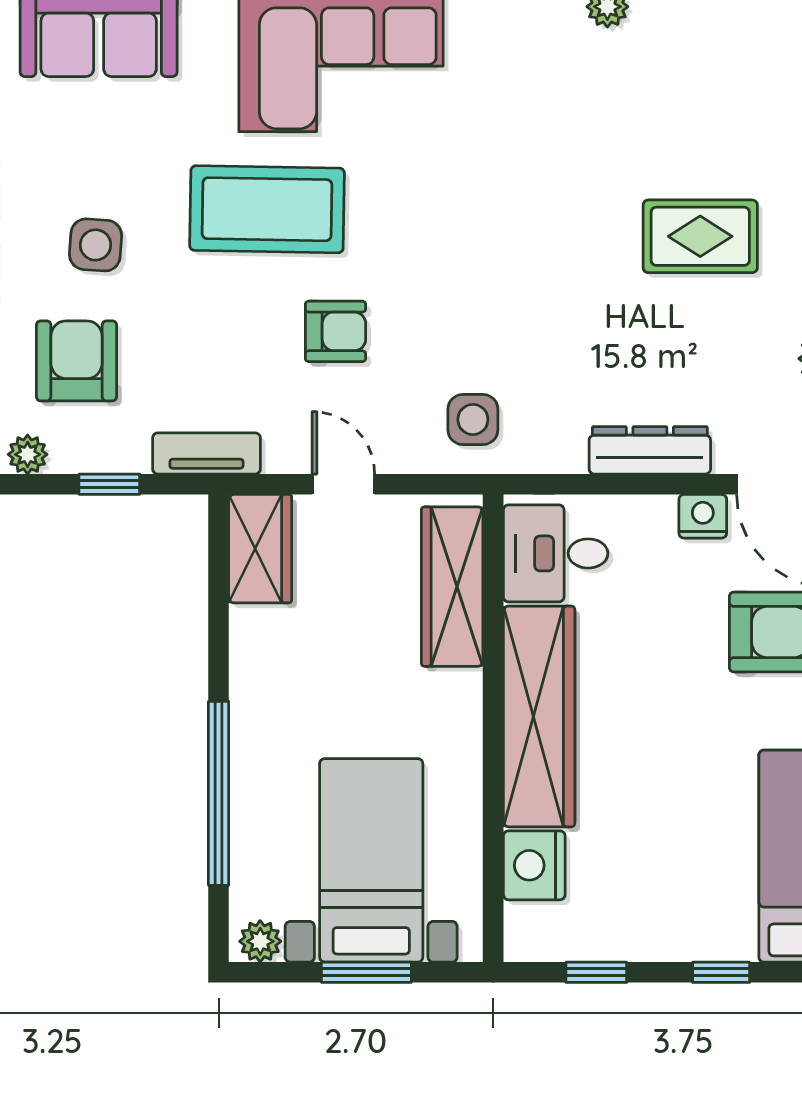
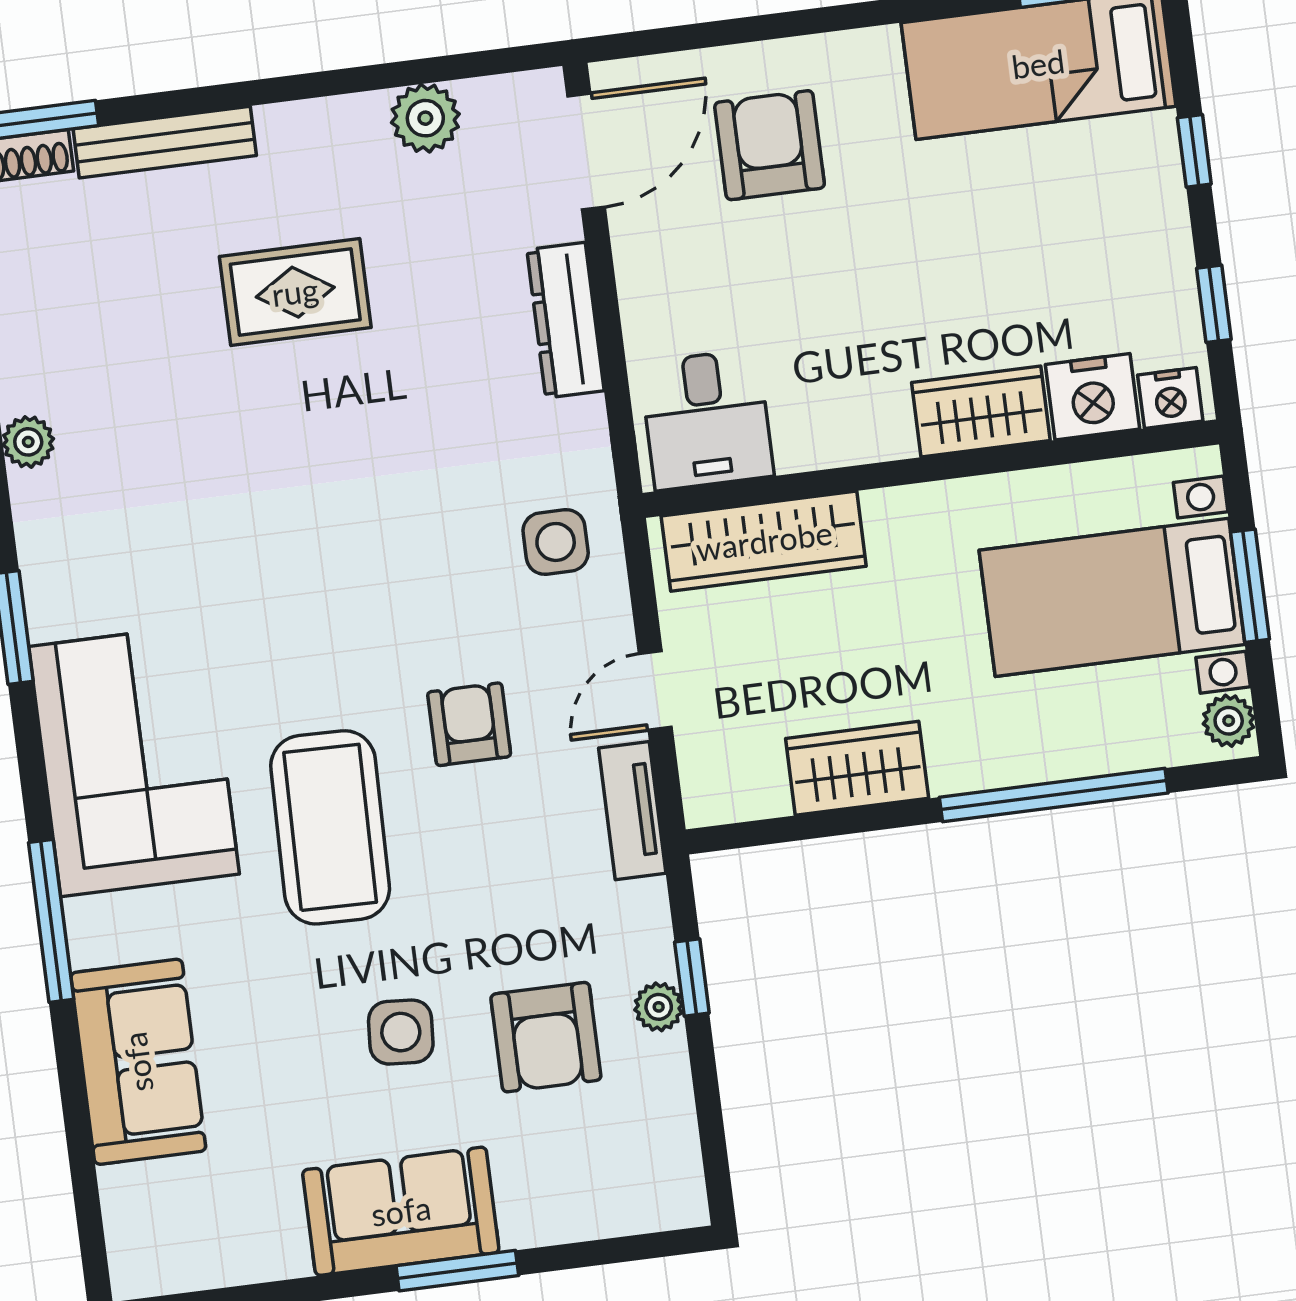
rug: (700, 236) -> (295, 292), turned 90
armchair: (76, 361) -> (546, 1037), turned -90
tv unit: (206, 453) -> (632, 811), moved
plant: (28, 454) -> (659, 1007), moved
nightstand: (703, 516) -> (1170, 398), moved, turned -90
wardrobe: (260, 549) -> (857, 768), moved
wardrobe: (539, 716) -> (981, 412), width x0.48, depth x0.85

